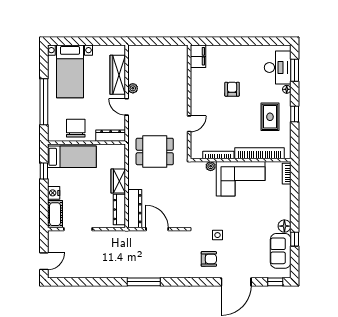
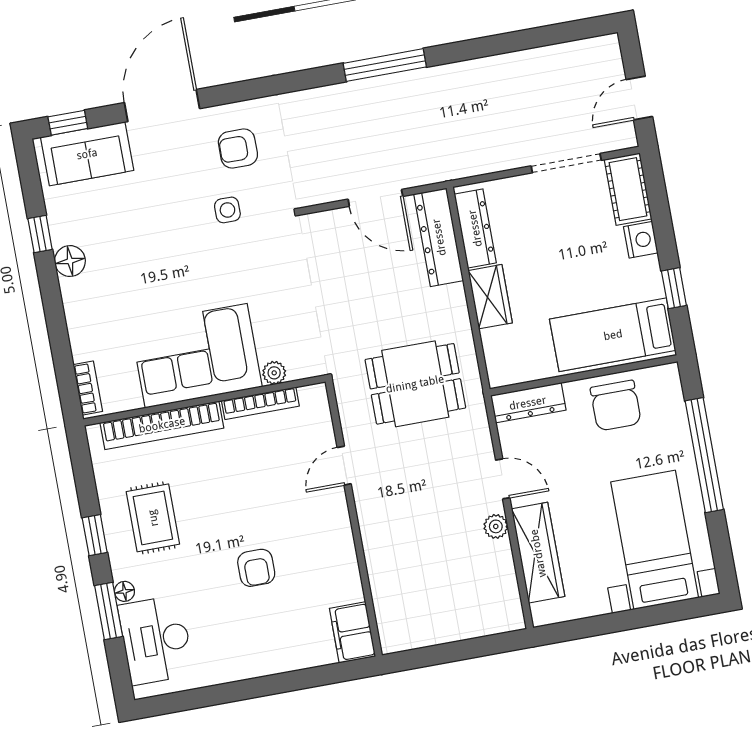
window: (295, 70) -> (109, 611), moved
sofa: (281, 251) -> (87, 154), moved, turned 90
door: (44, 261) -> (639, 98), moved

